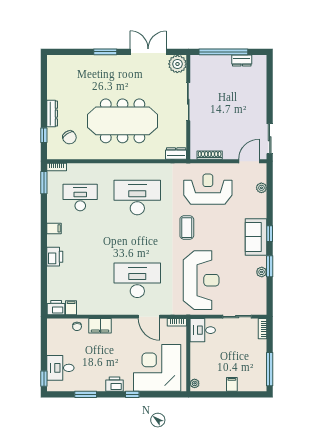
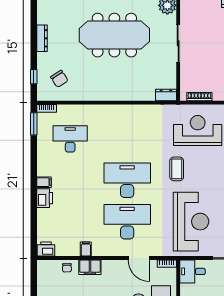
dresser: (52, 114) -> (42, 38), moved
meeting table: (123, 121) -> (114, 35), moved
desk: (137, 197) -> (127, 180), moved
filing cabinet: (54, 228) -> (44, 182), moved
filing cabinet: (71, 308) -> (86, 249), moved

